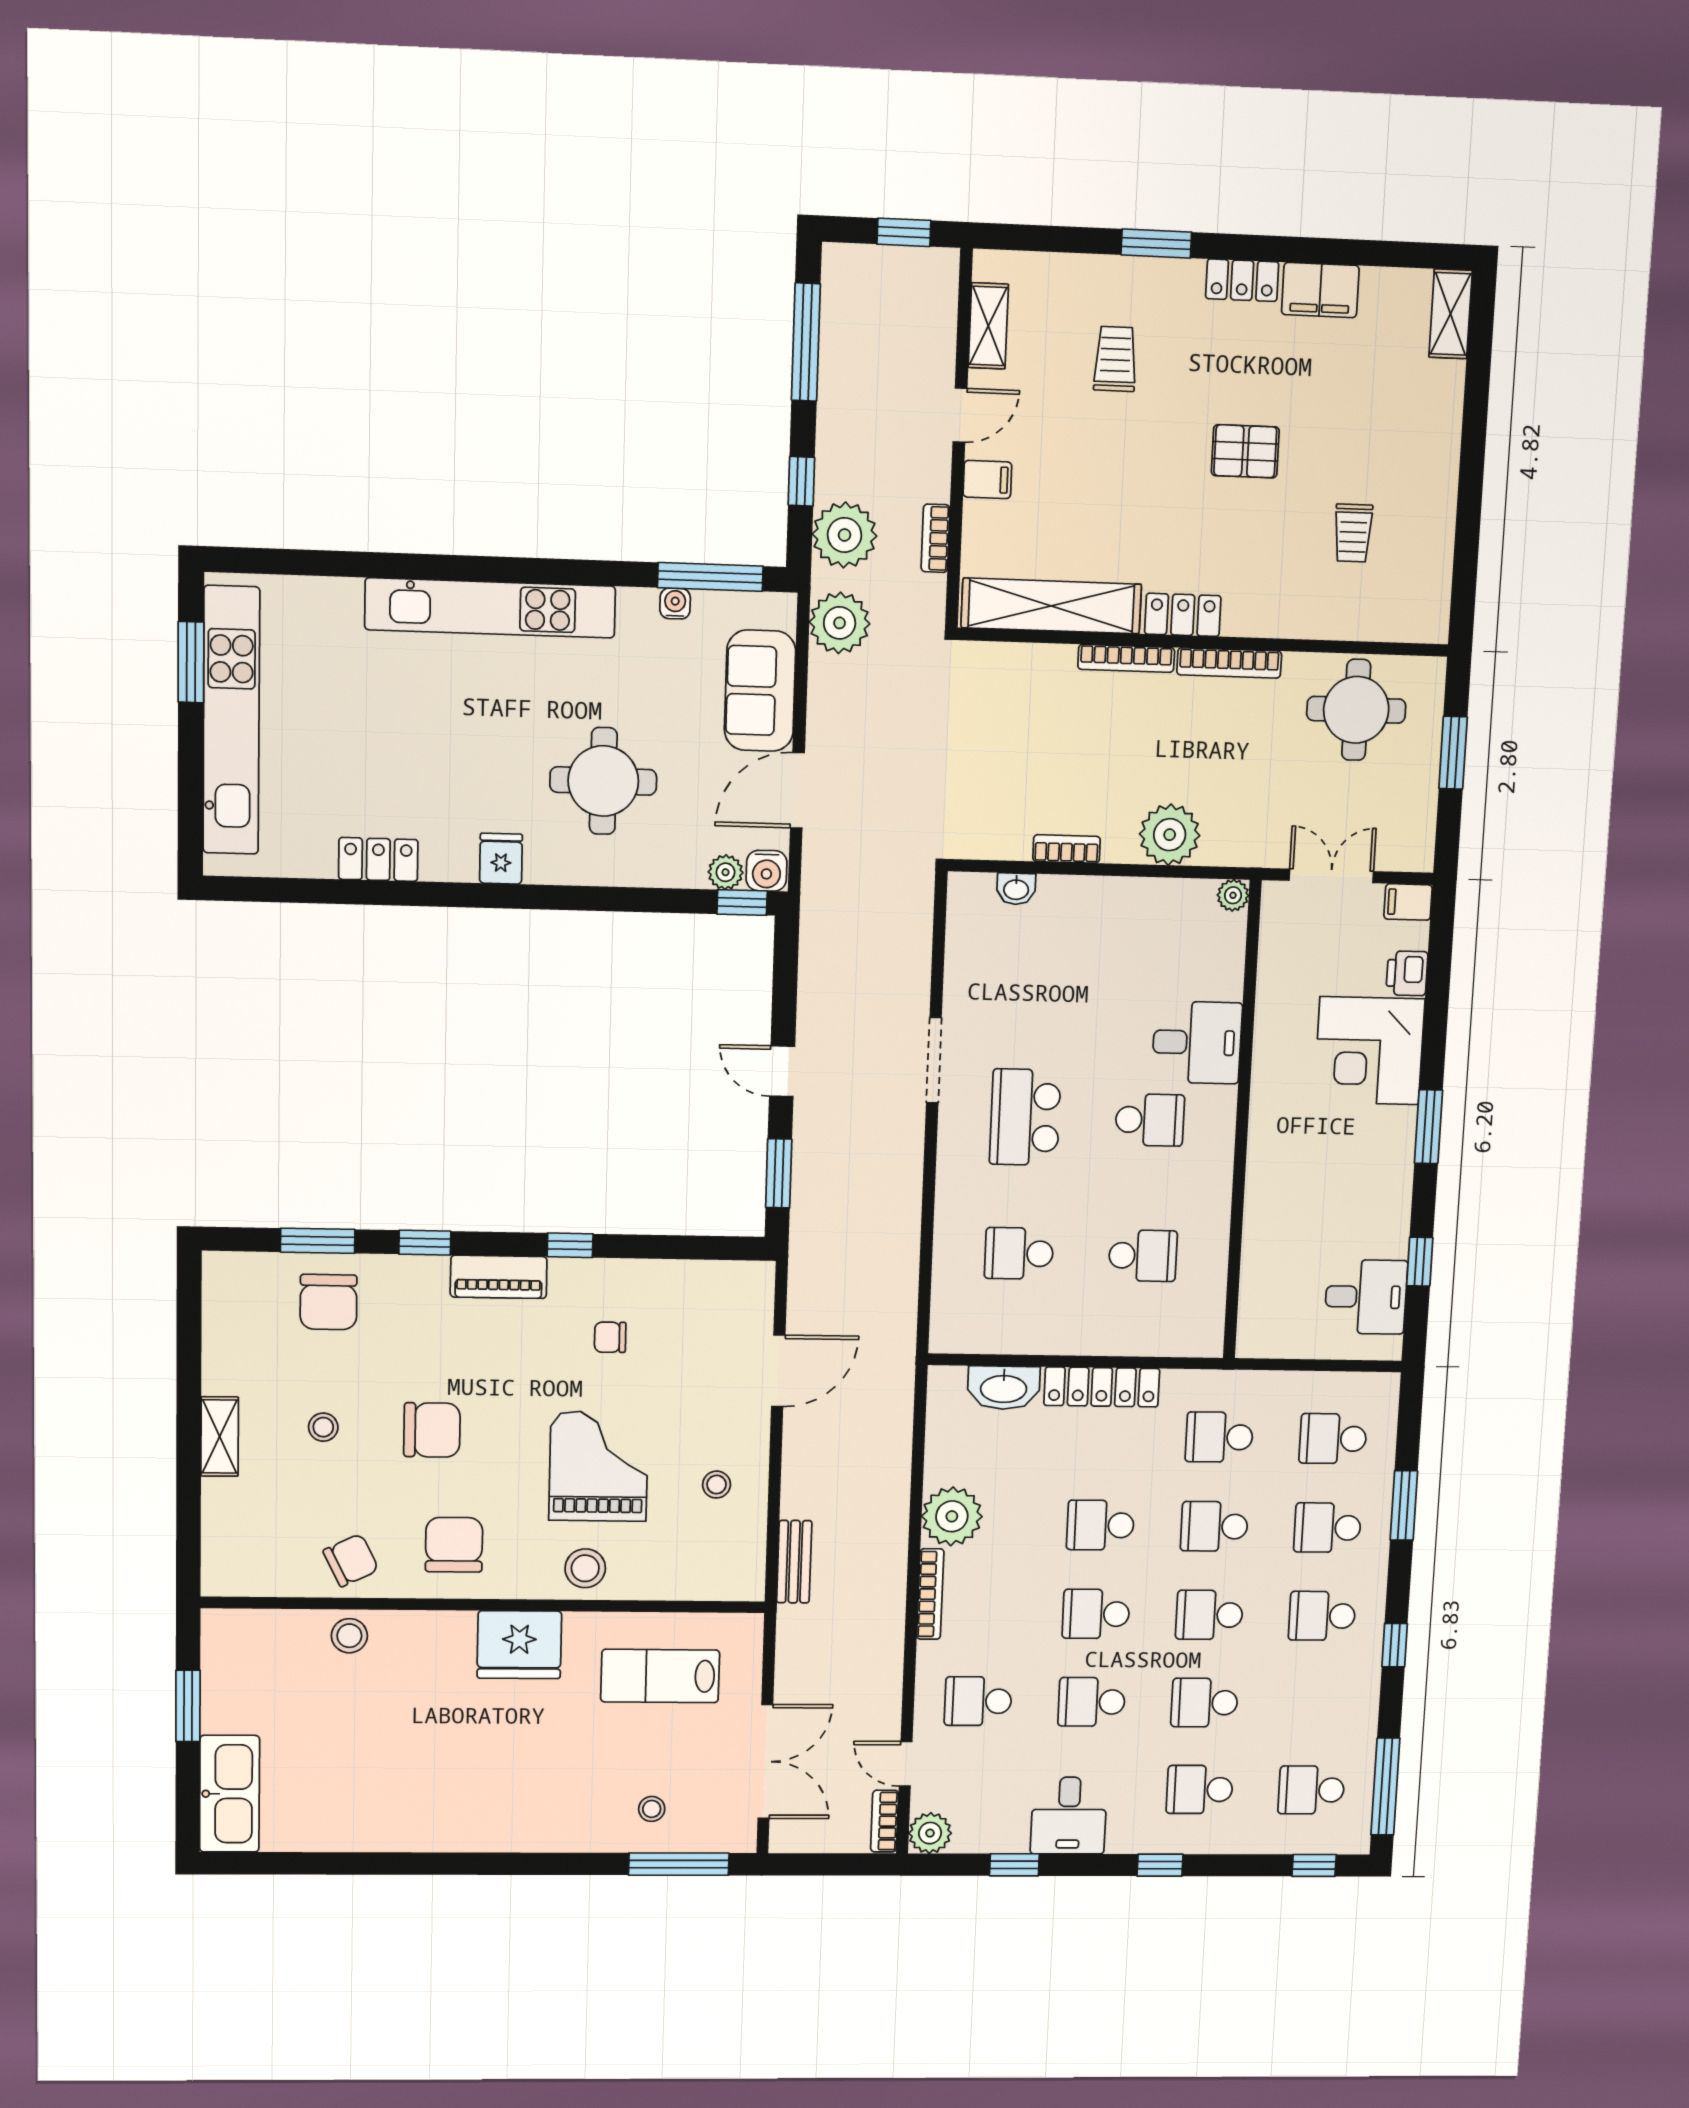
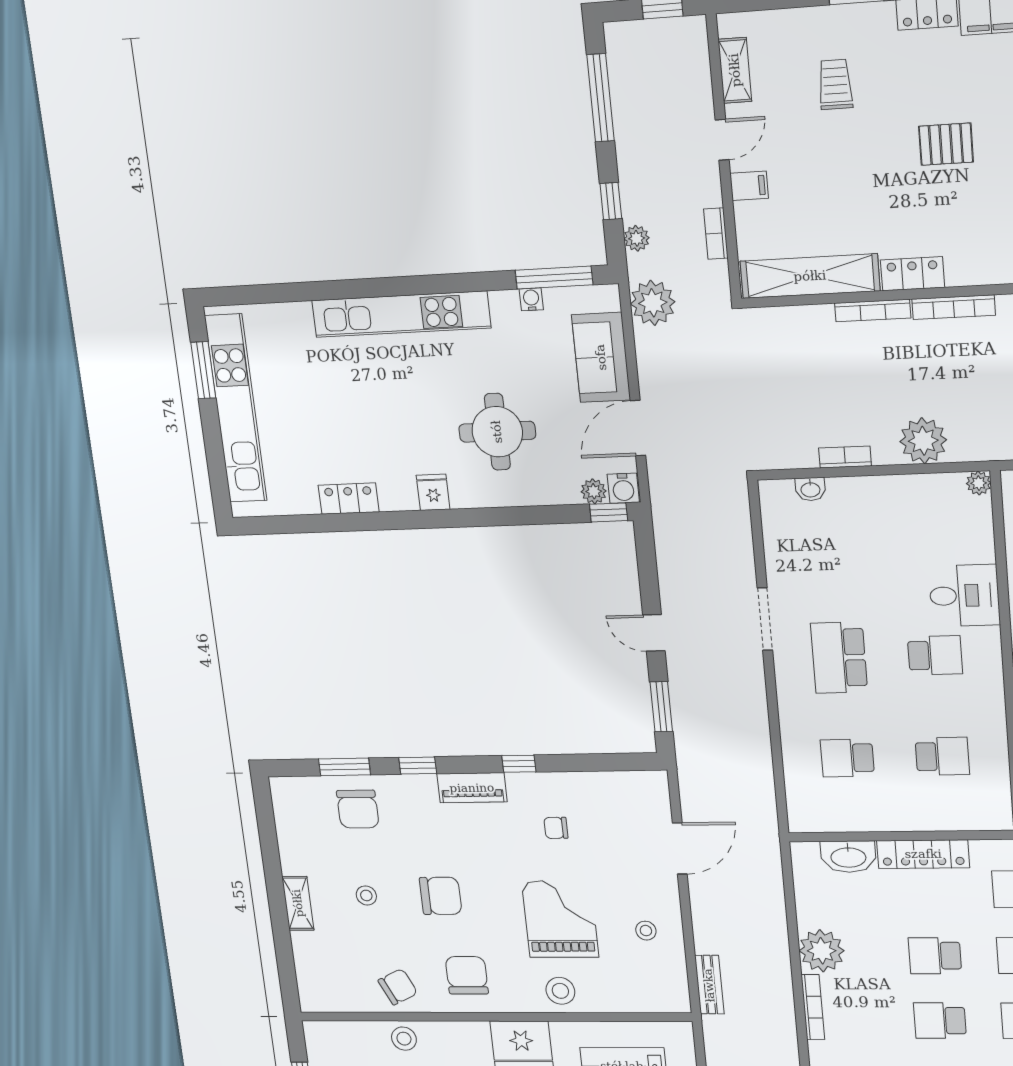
plant: (844, 535) -> (637, 238), width x0.53, depth x0.53

